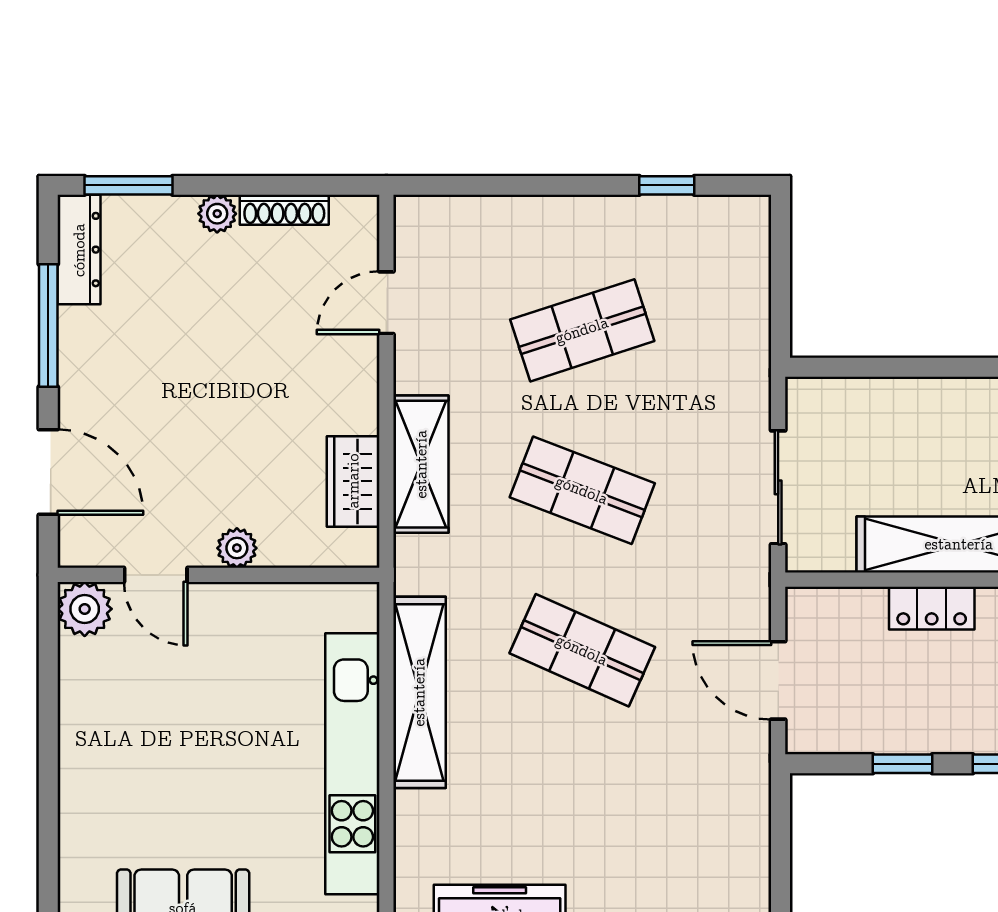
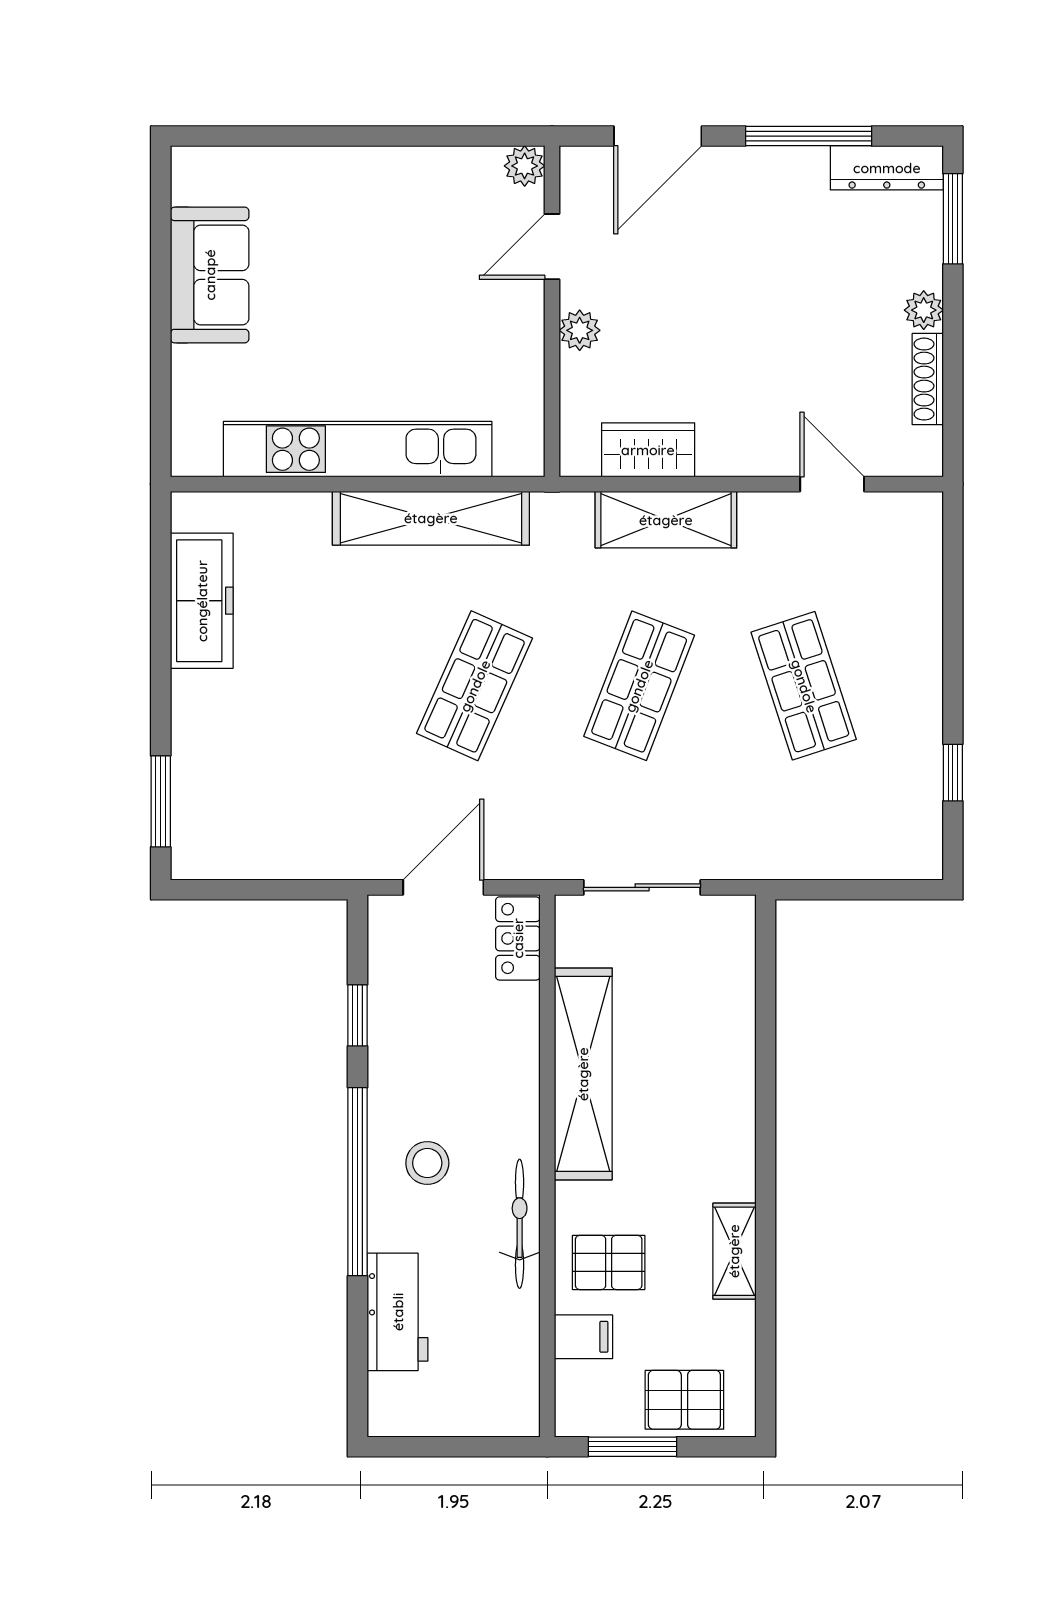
locker: (932, 608) -> (518, 938), moved
plant: (85, 609) -> (525, 166), width x0.73, depth x0.73

